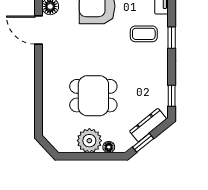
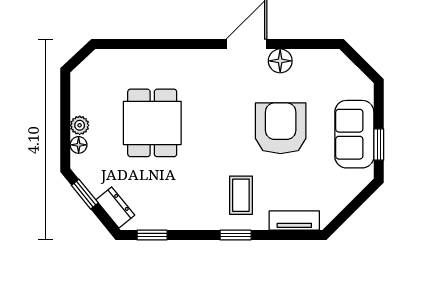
dresser: (148, 125) -> (115, 207), width x0.70
plant: (89, 141) -> (80, 125), width x0.53, depth x0.53

